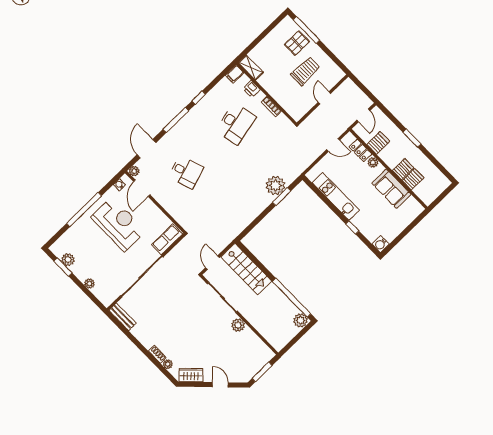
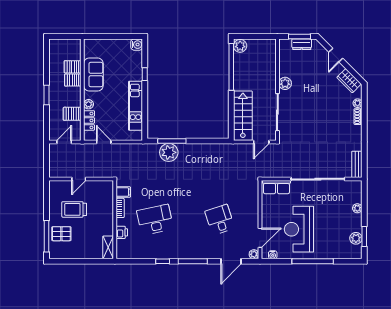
filing cabinet: (235, 74) -> (123, 192), moved
window: (282, 197) -> (172, 141), width x1.44
dresser: (255, 368) -> (302, 44), added

